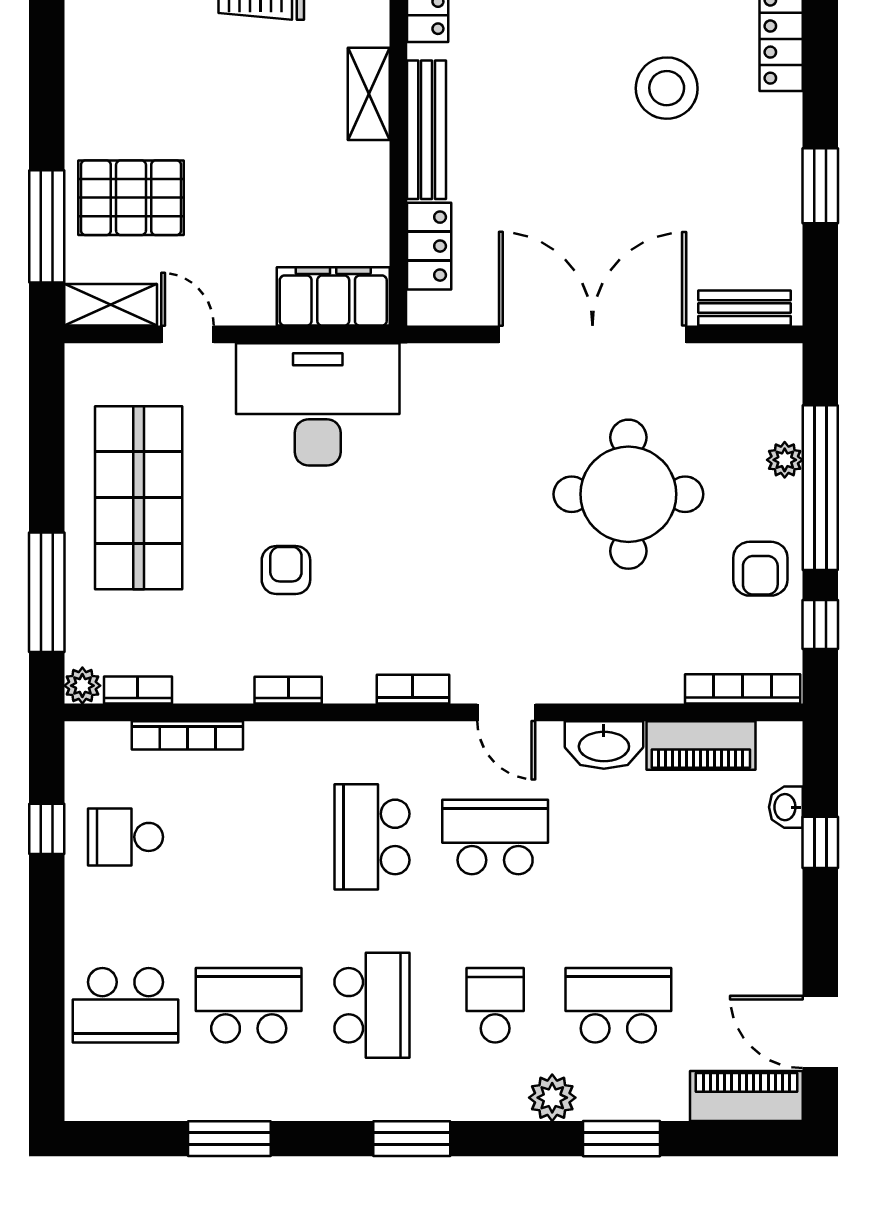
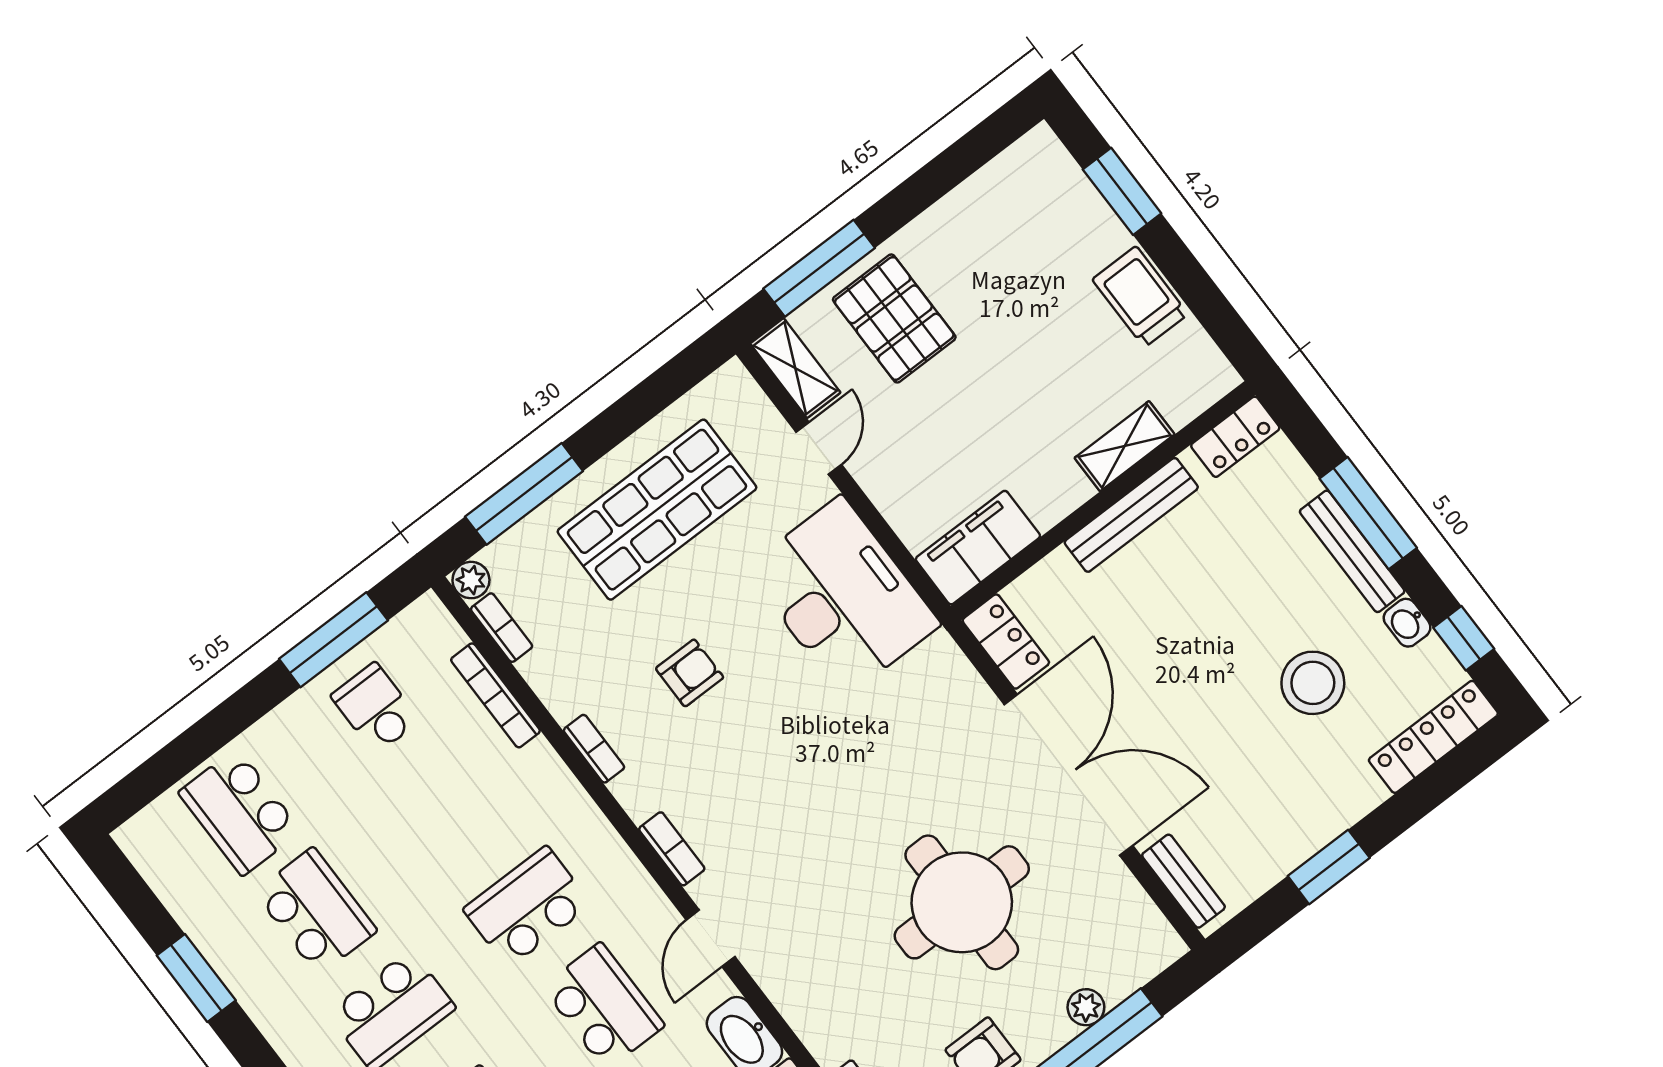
locker: (429, 246) -> (1006, 642), moved, turned -90
filing cabinet: (333, 296) -> (978, 548), moved, turned -90
window: (47, 829) -> (333, 640), width x2.17

